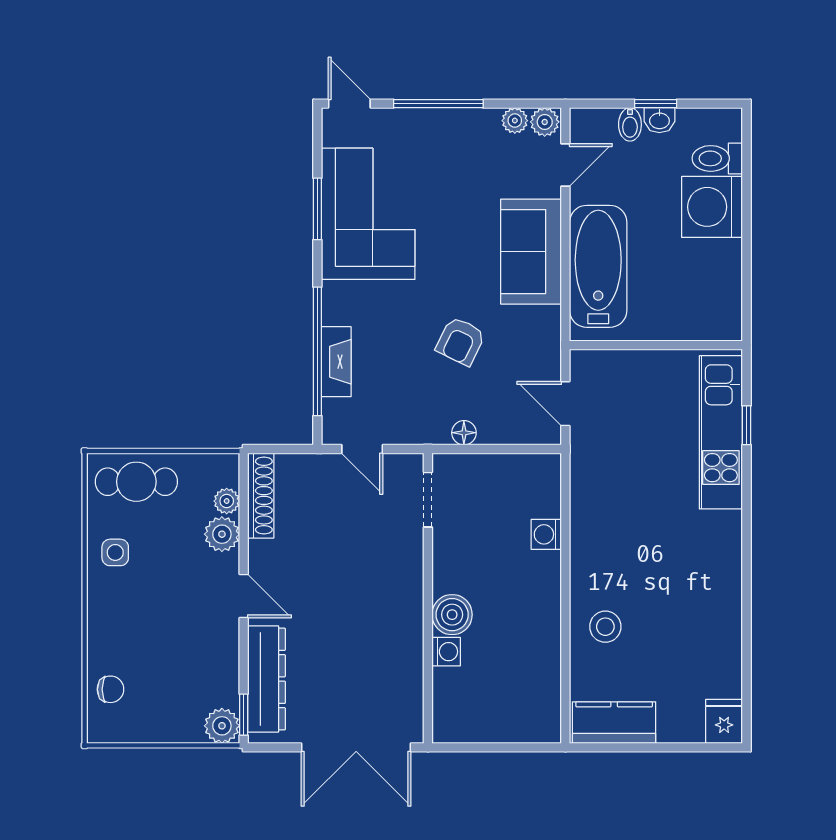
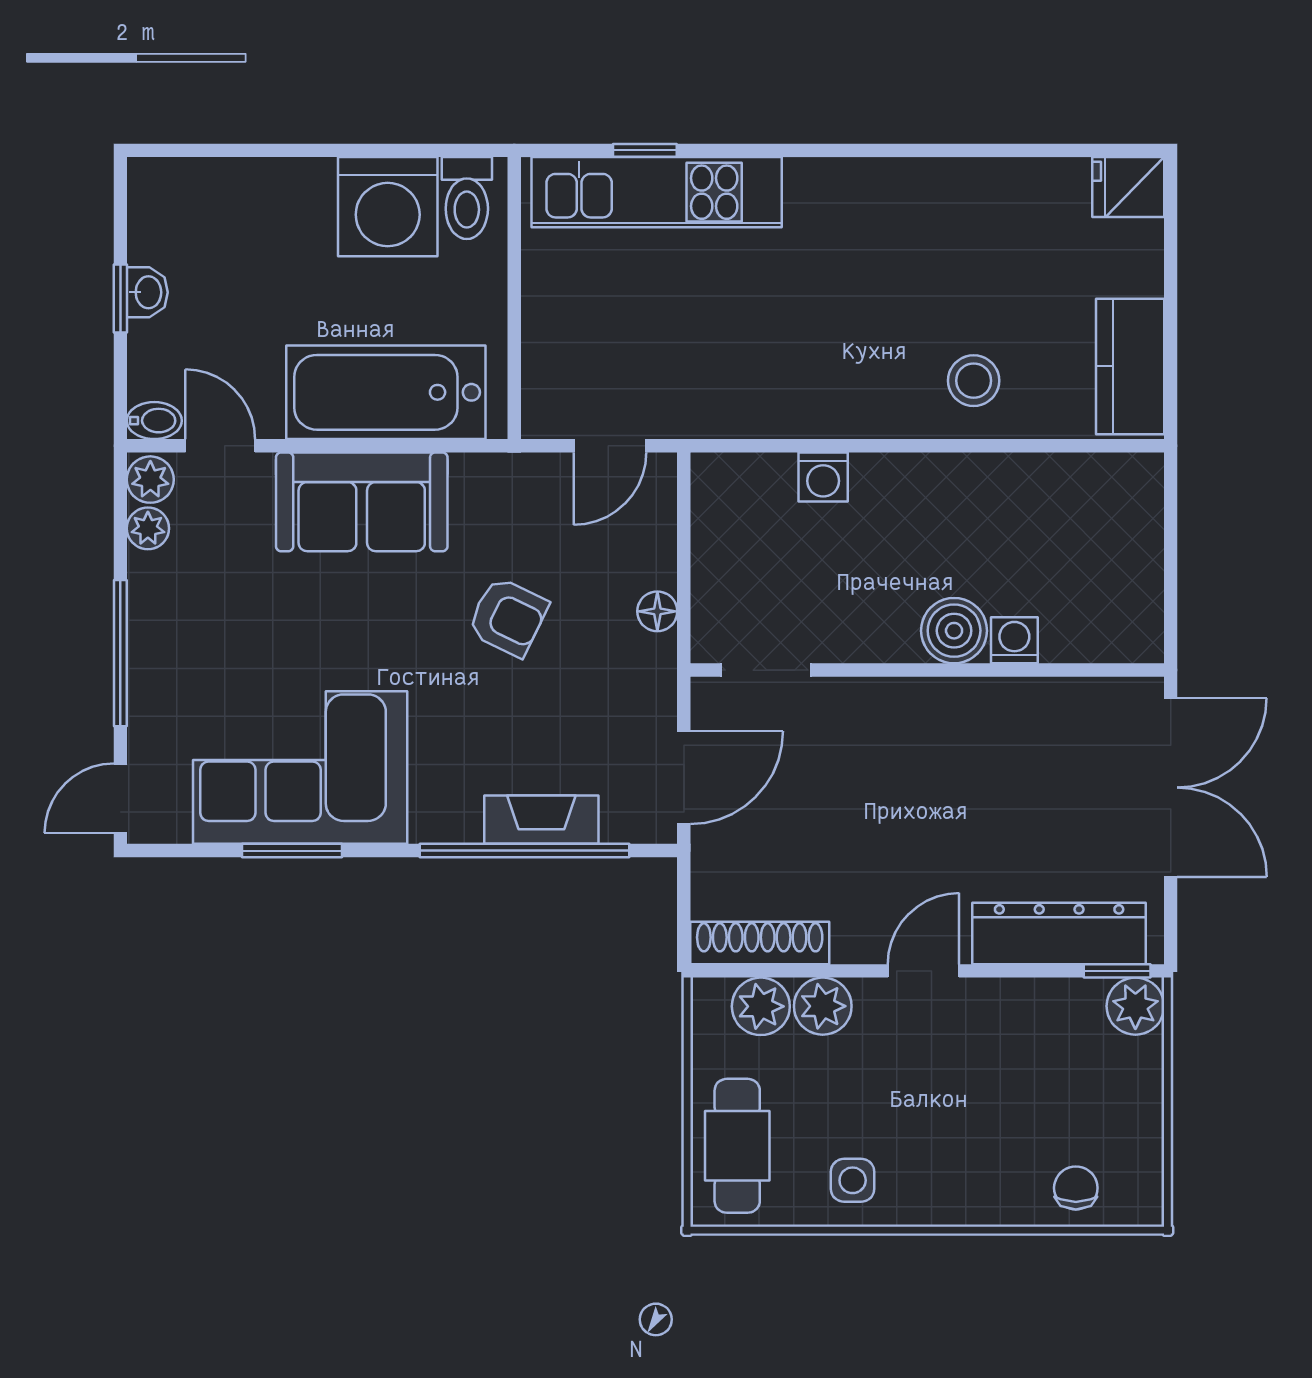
bidet: (630, 124) -> (154, 421), moved
toilet: (717, 158) -> (467, 198), moved
washing machine: (712, 207) -> (388, 207), moved
door: (362, 449) -> (684, 778), width x1.38
plant: (227, 501) -> (761, 1006), width x1.38, depth x1.38

